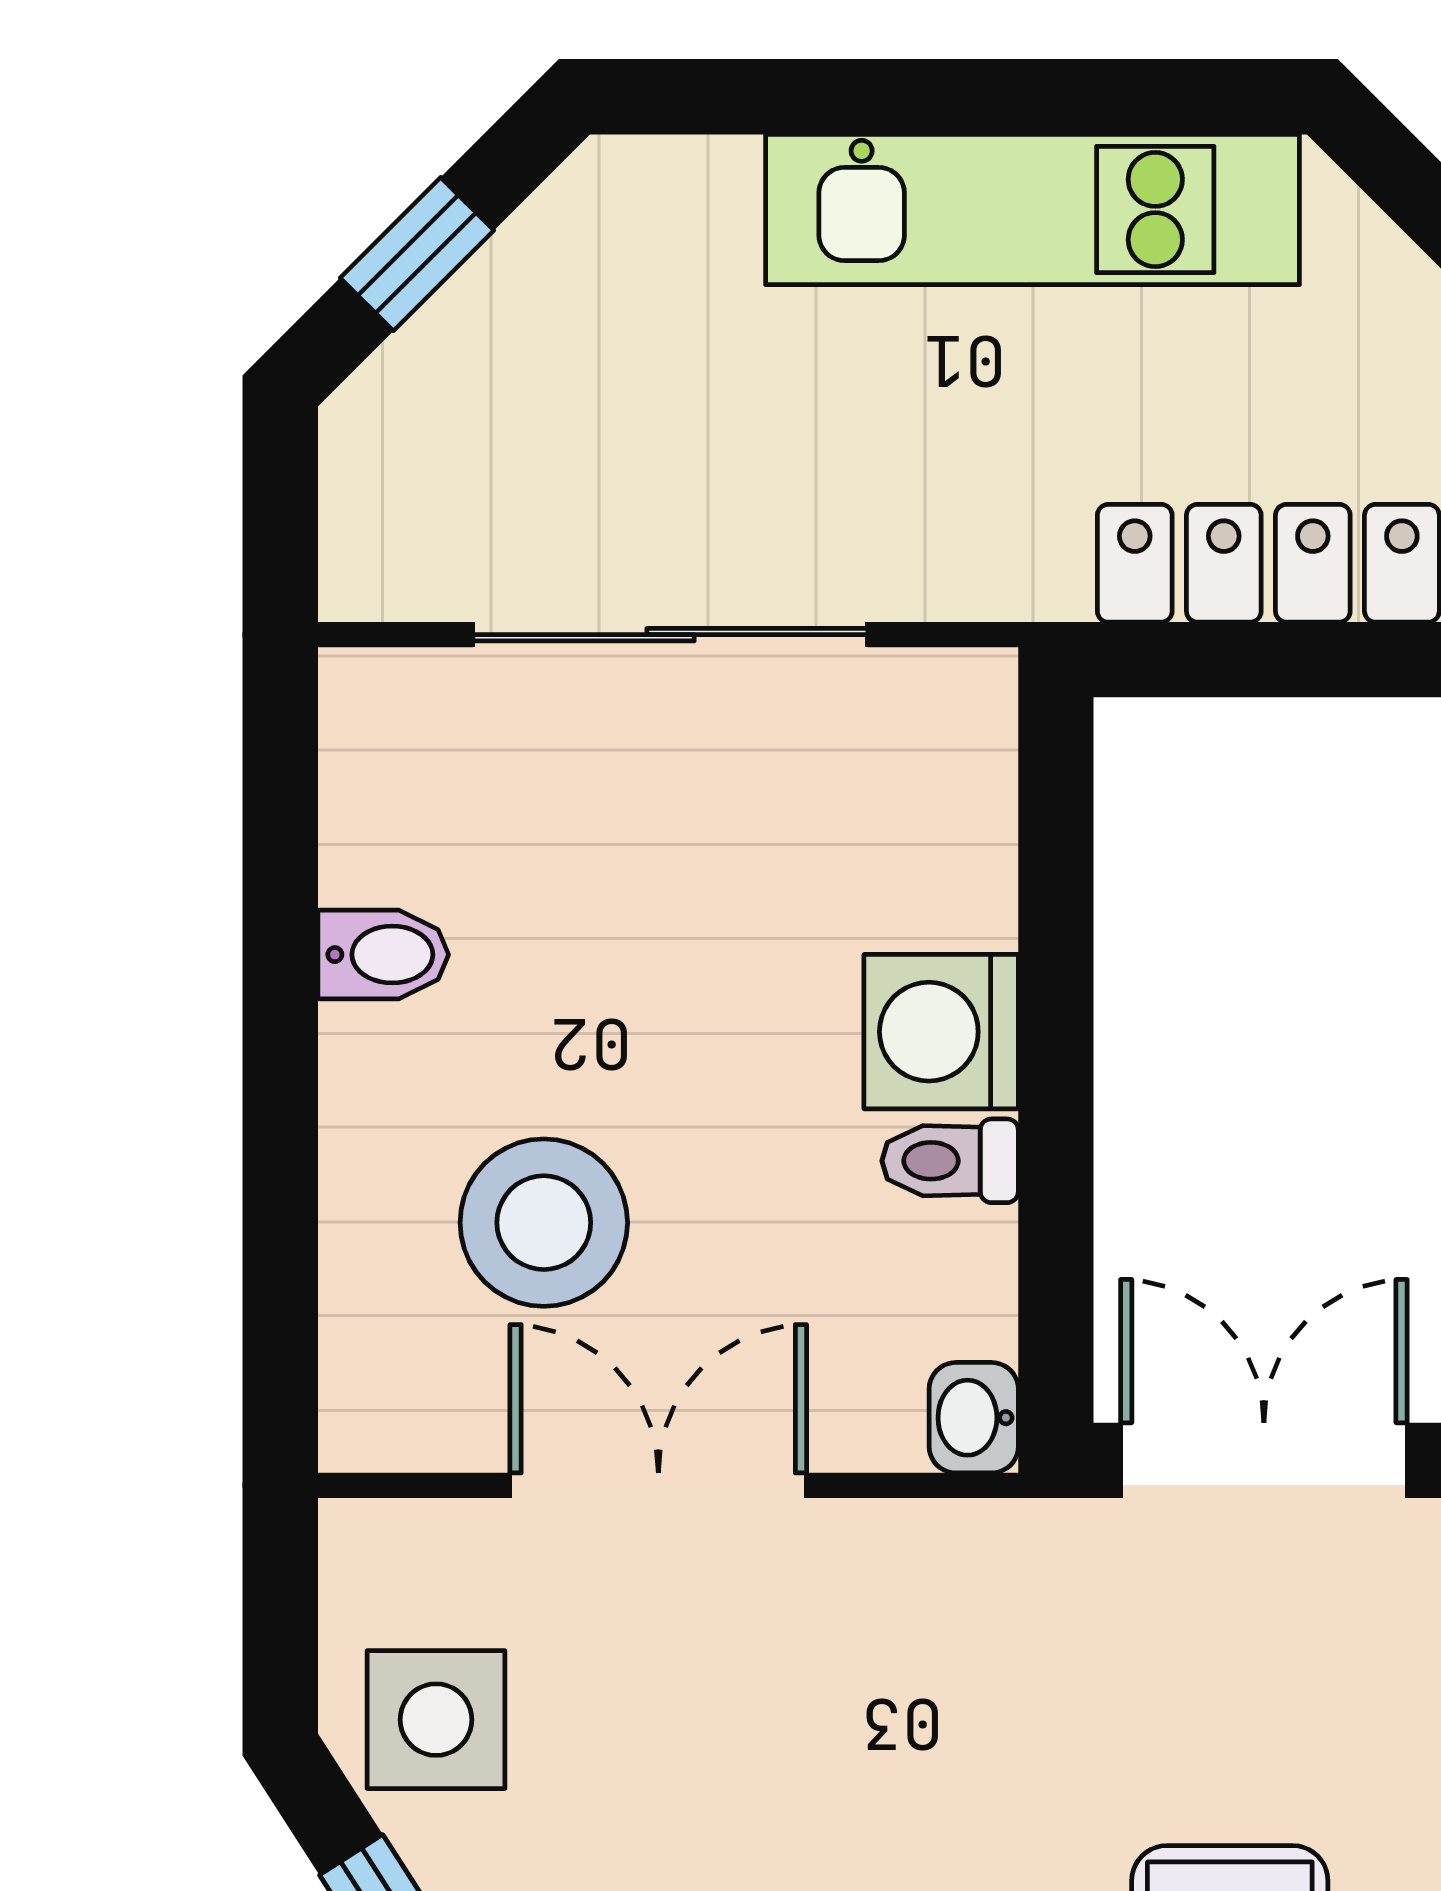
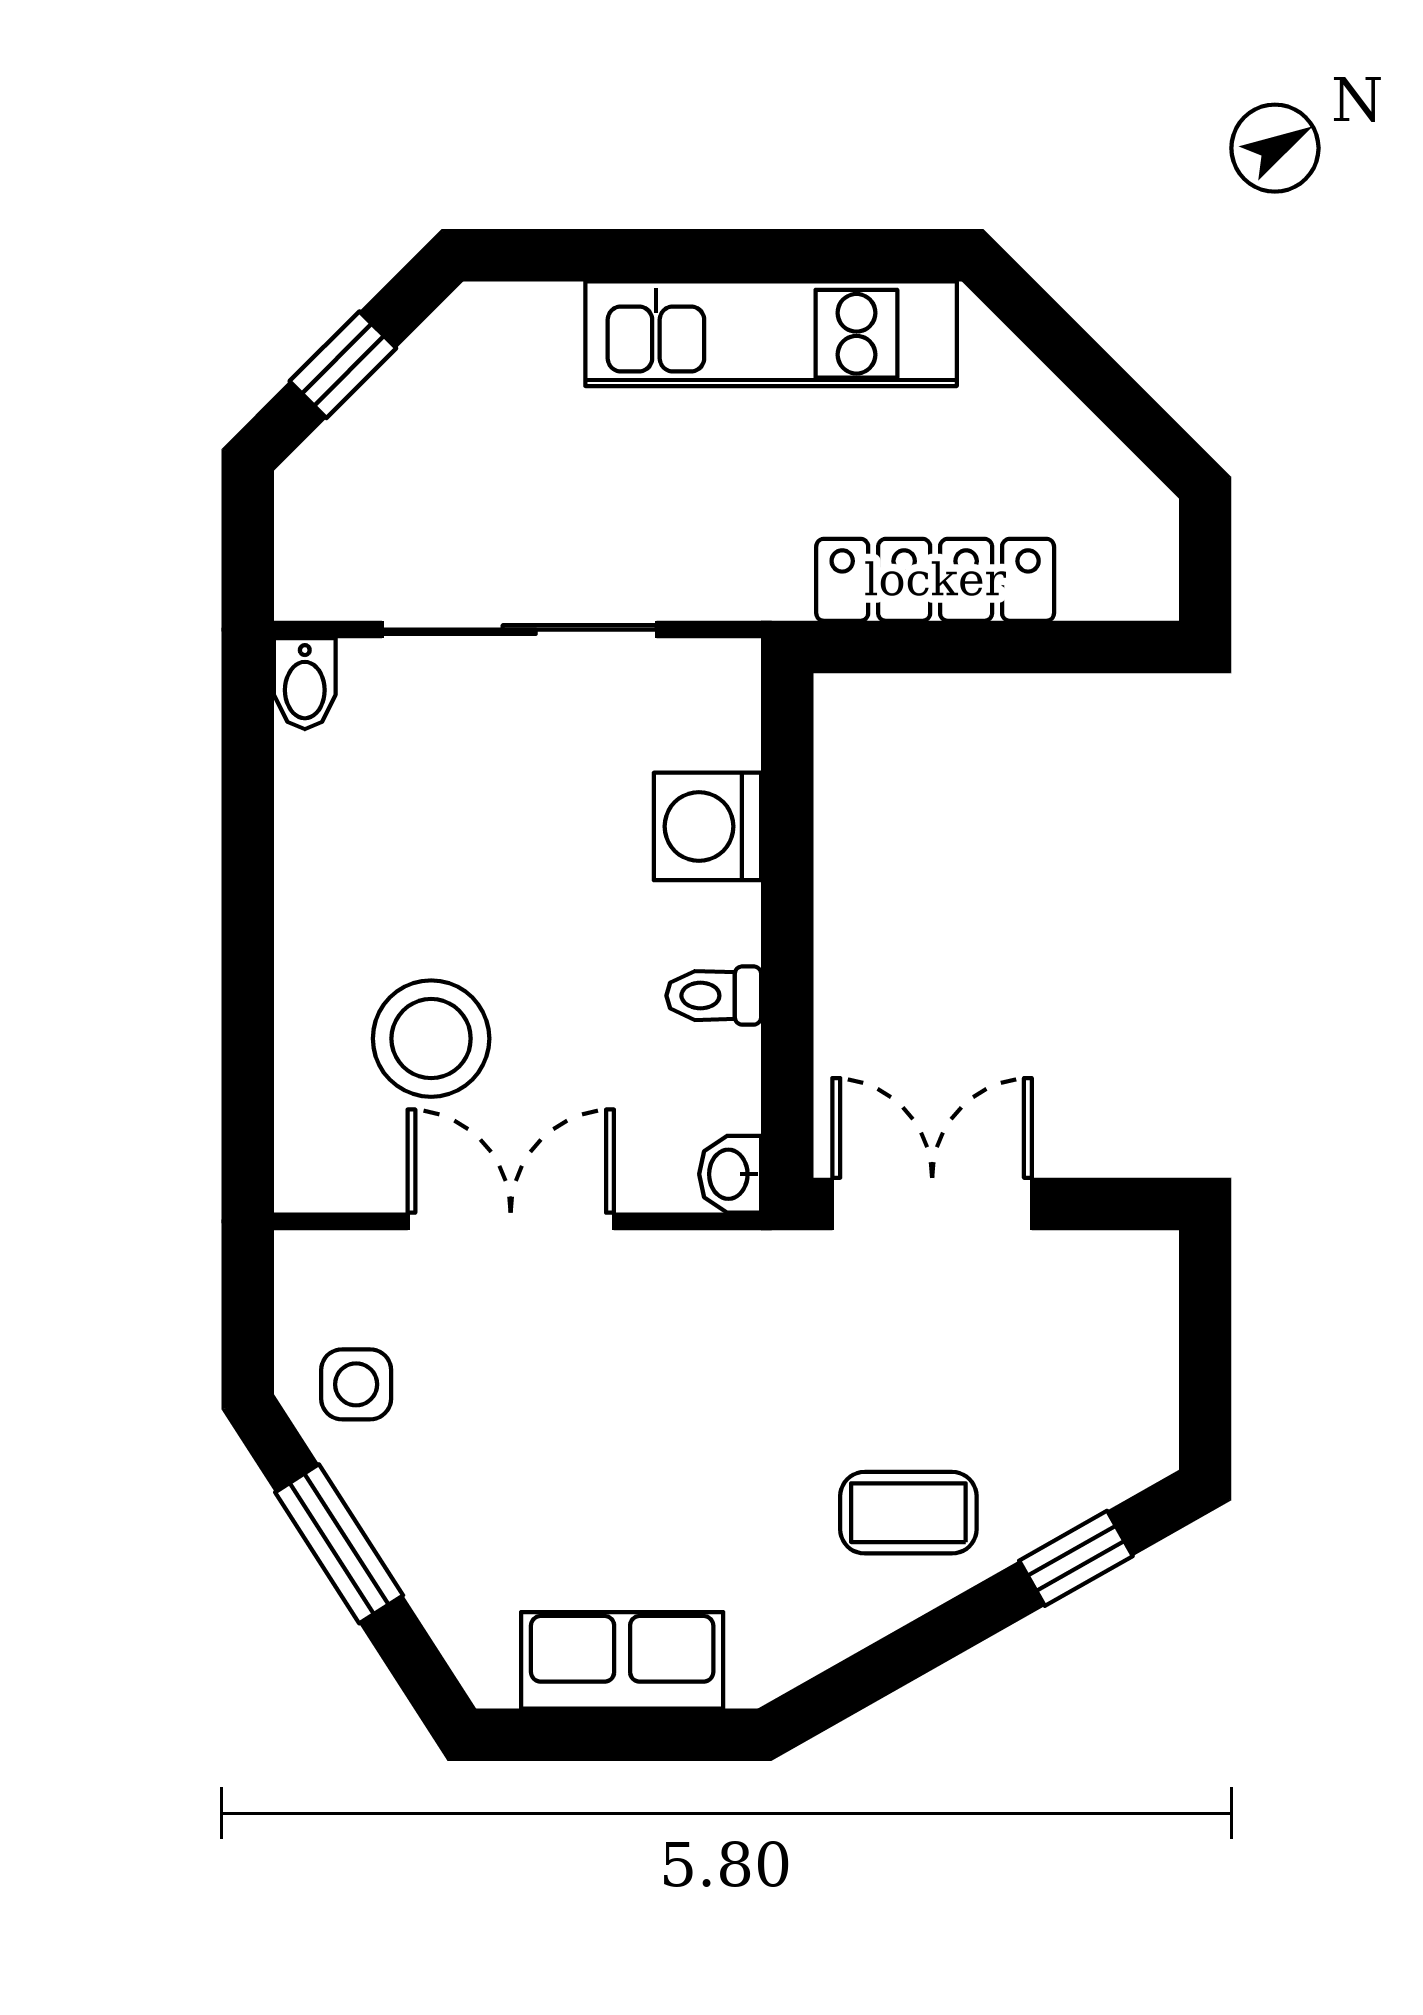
bidet: (383, 955) -> (305, 684), moved, turned 90
washing machine: (941, 1032) -> (708, 826), moved
side table: (436, 1720) -> (356, 1384), width x0.73, depth x0.73

